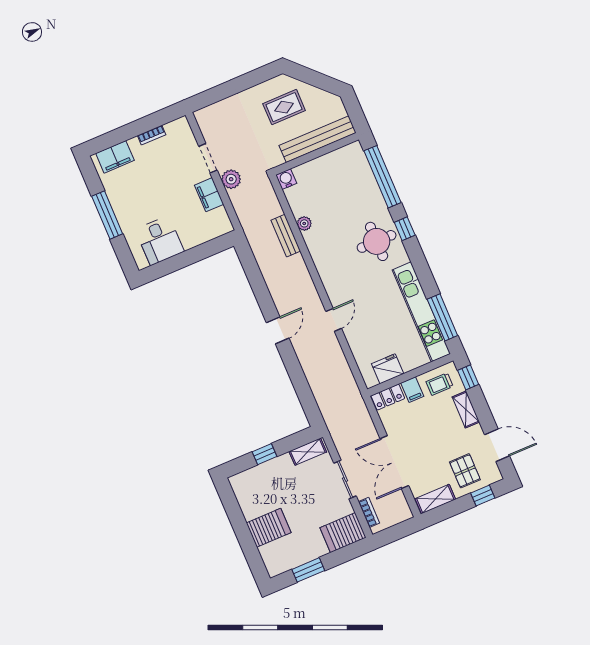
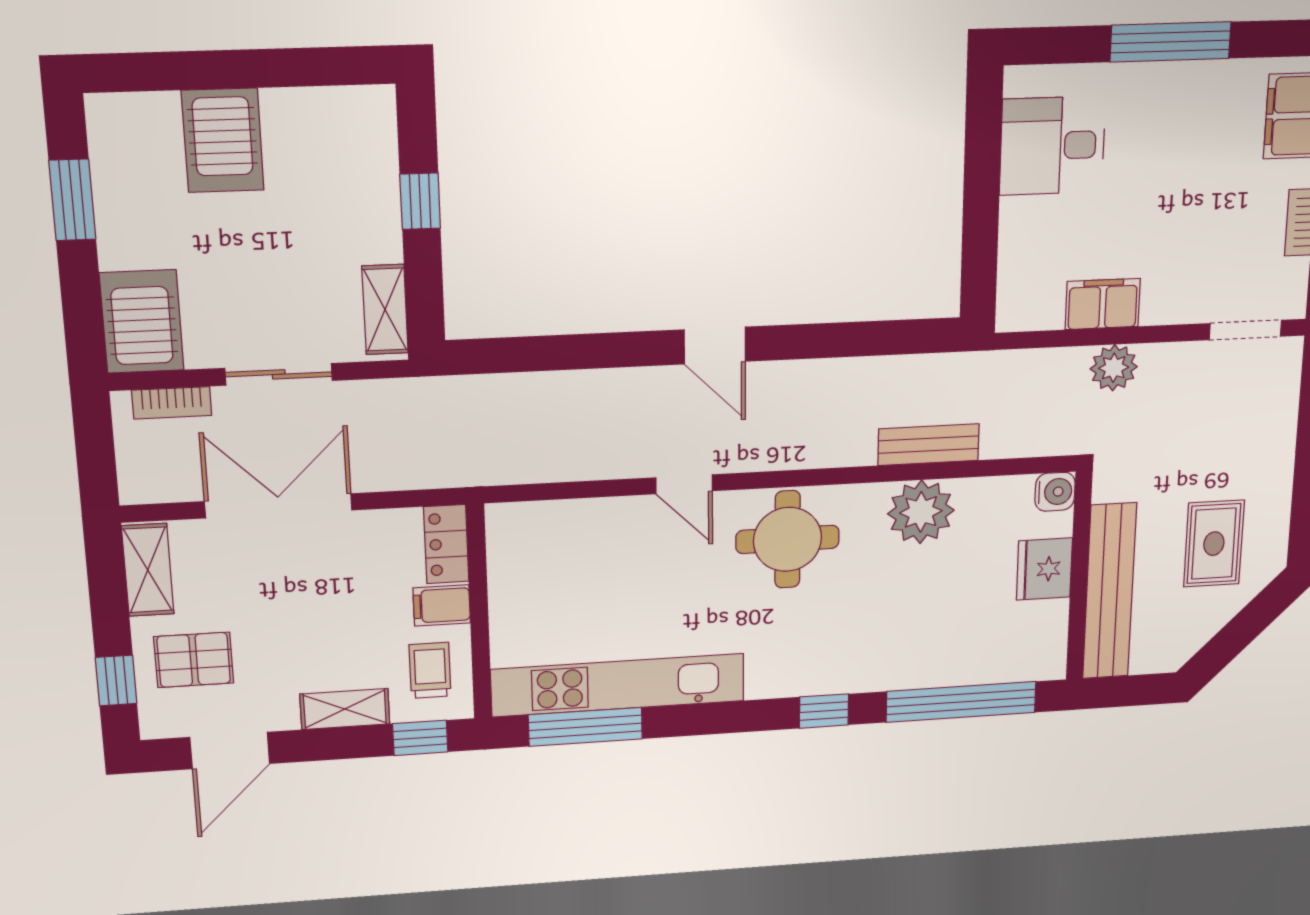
doorway: (208, 158) -> (1245, 330), moved
plant: (304, 223) -> (921, 512), width x1.88, depth x1.88
round table: (377, 241) -> (787, 539), moved
fridge: (388, 369) -> (1044, 569), moved, turned 180

